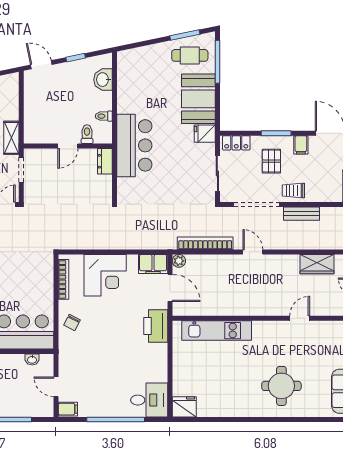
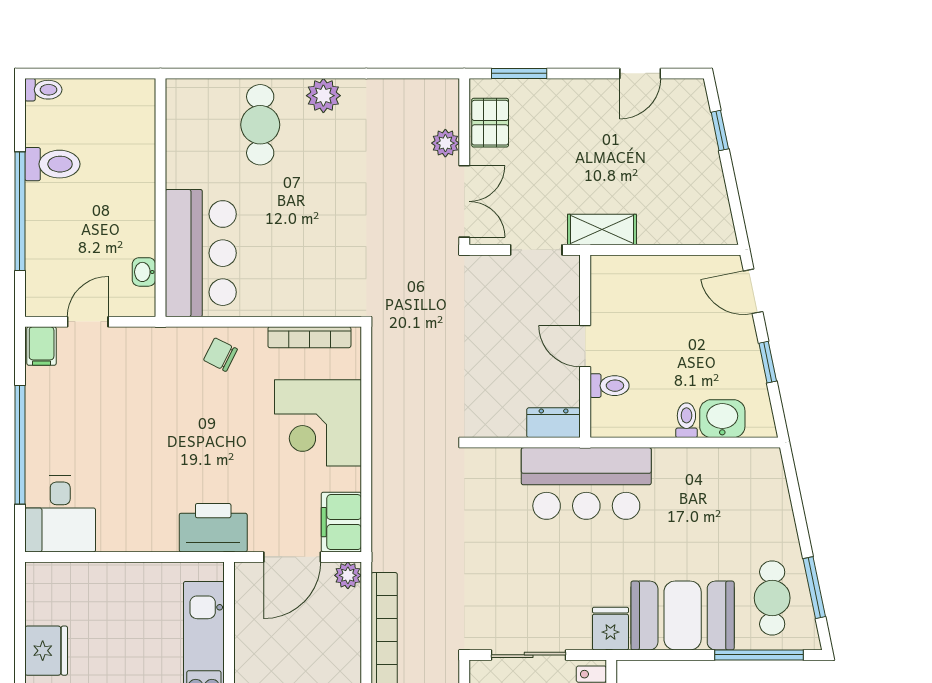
door: (41, 65) -> (753, 291), swing flipped
toilet: (104, 116) -> (686, 420), moved
fridge: (184, 407) -> (46, 651), moved

